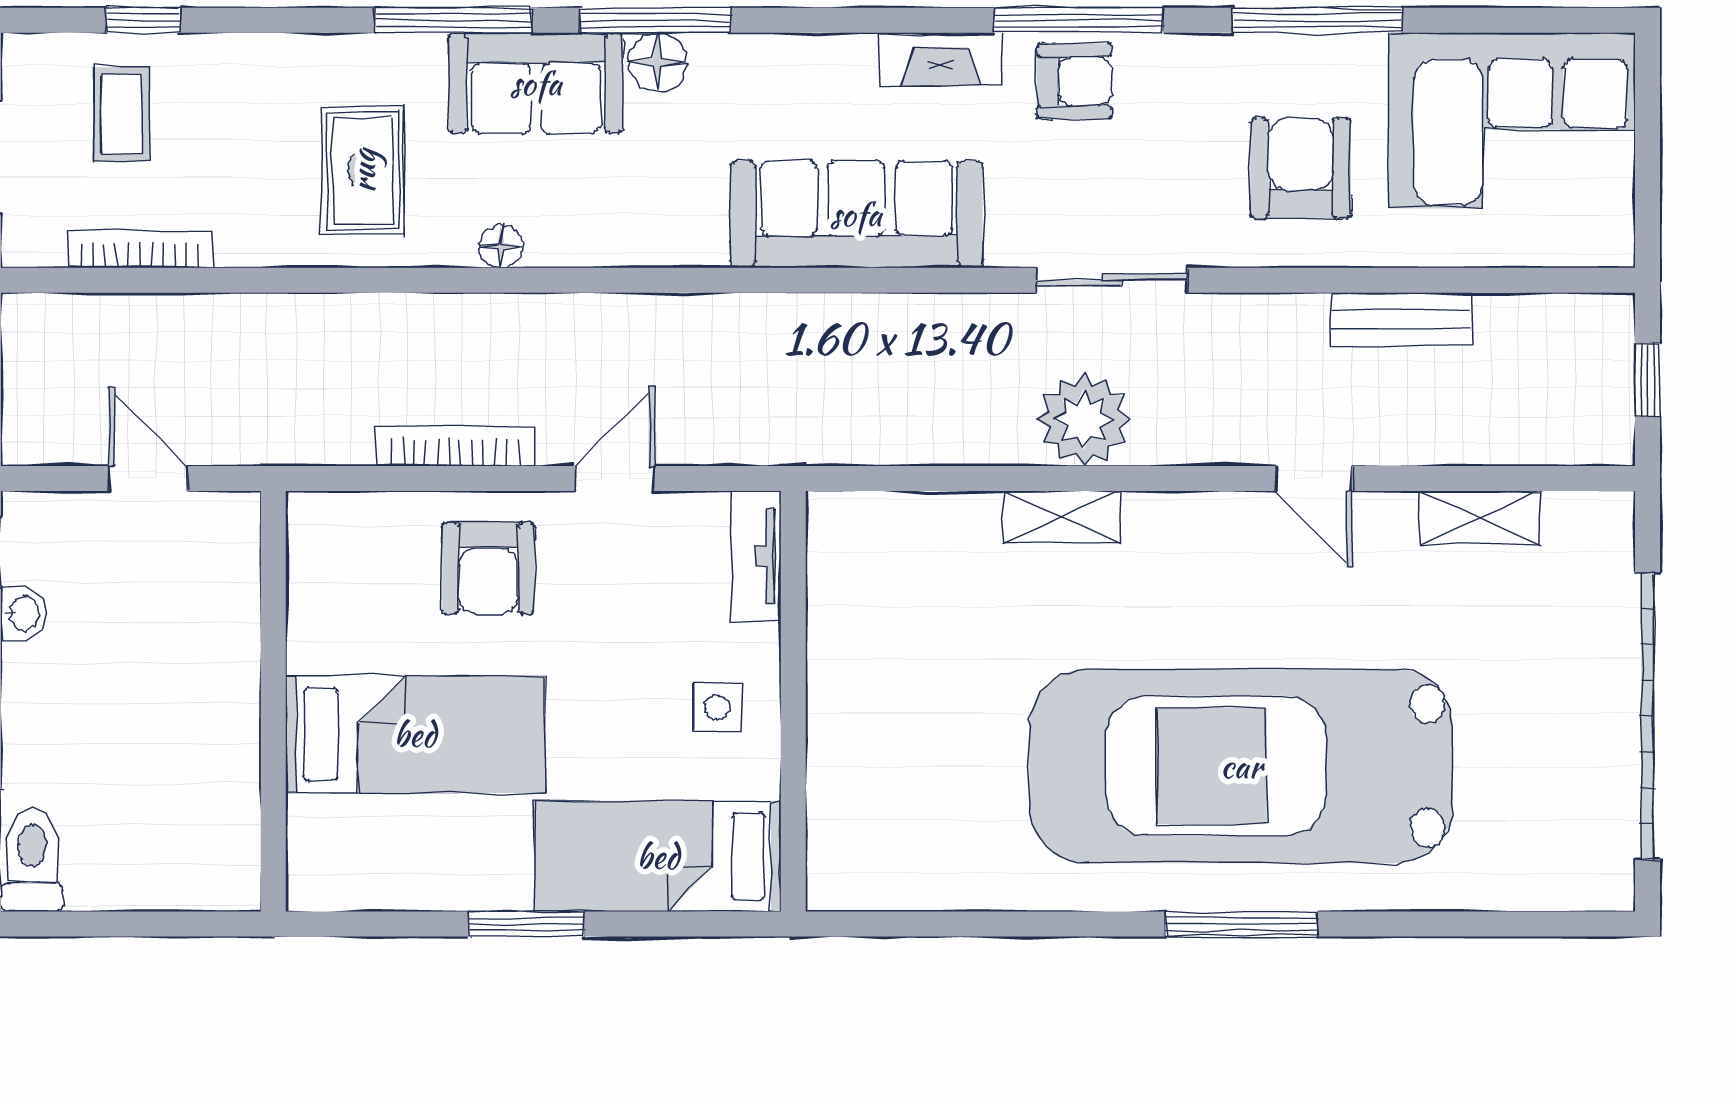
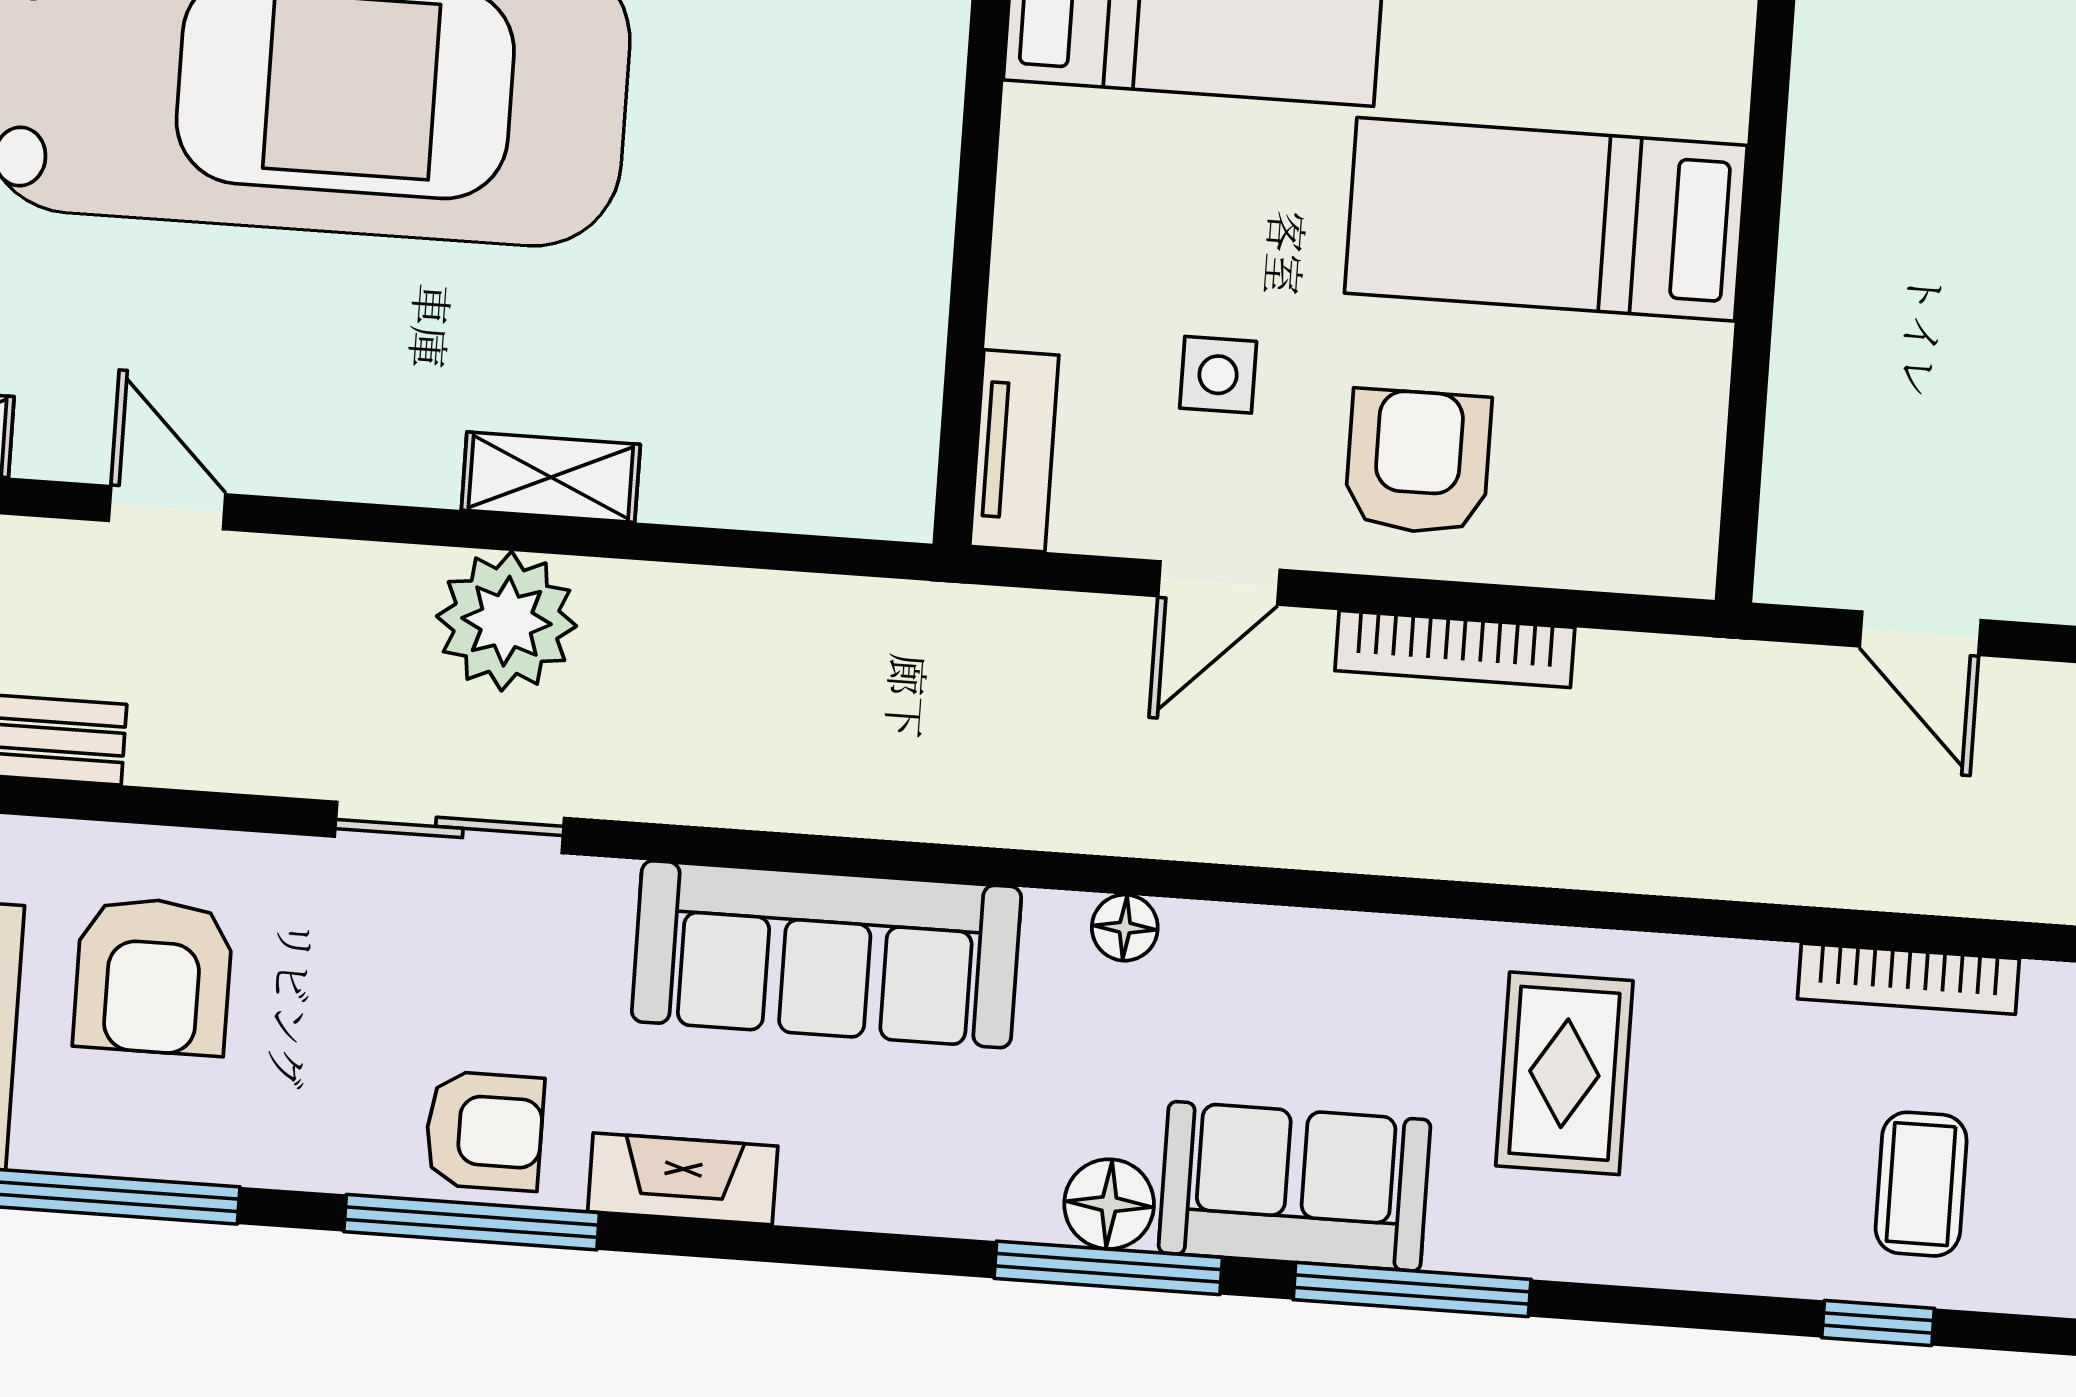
armchair: (1074, 81) -> (484, 1131), turned 180
floor lamp: (501, 246) -> (1125, 928), moved
side table: (717, 707) -> (1218, 375), moved

